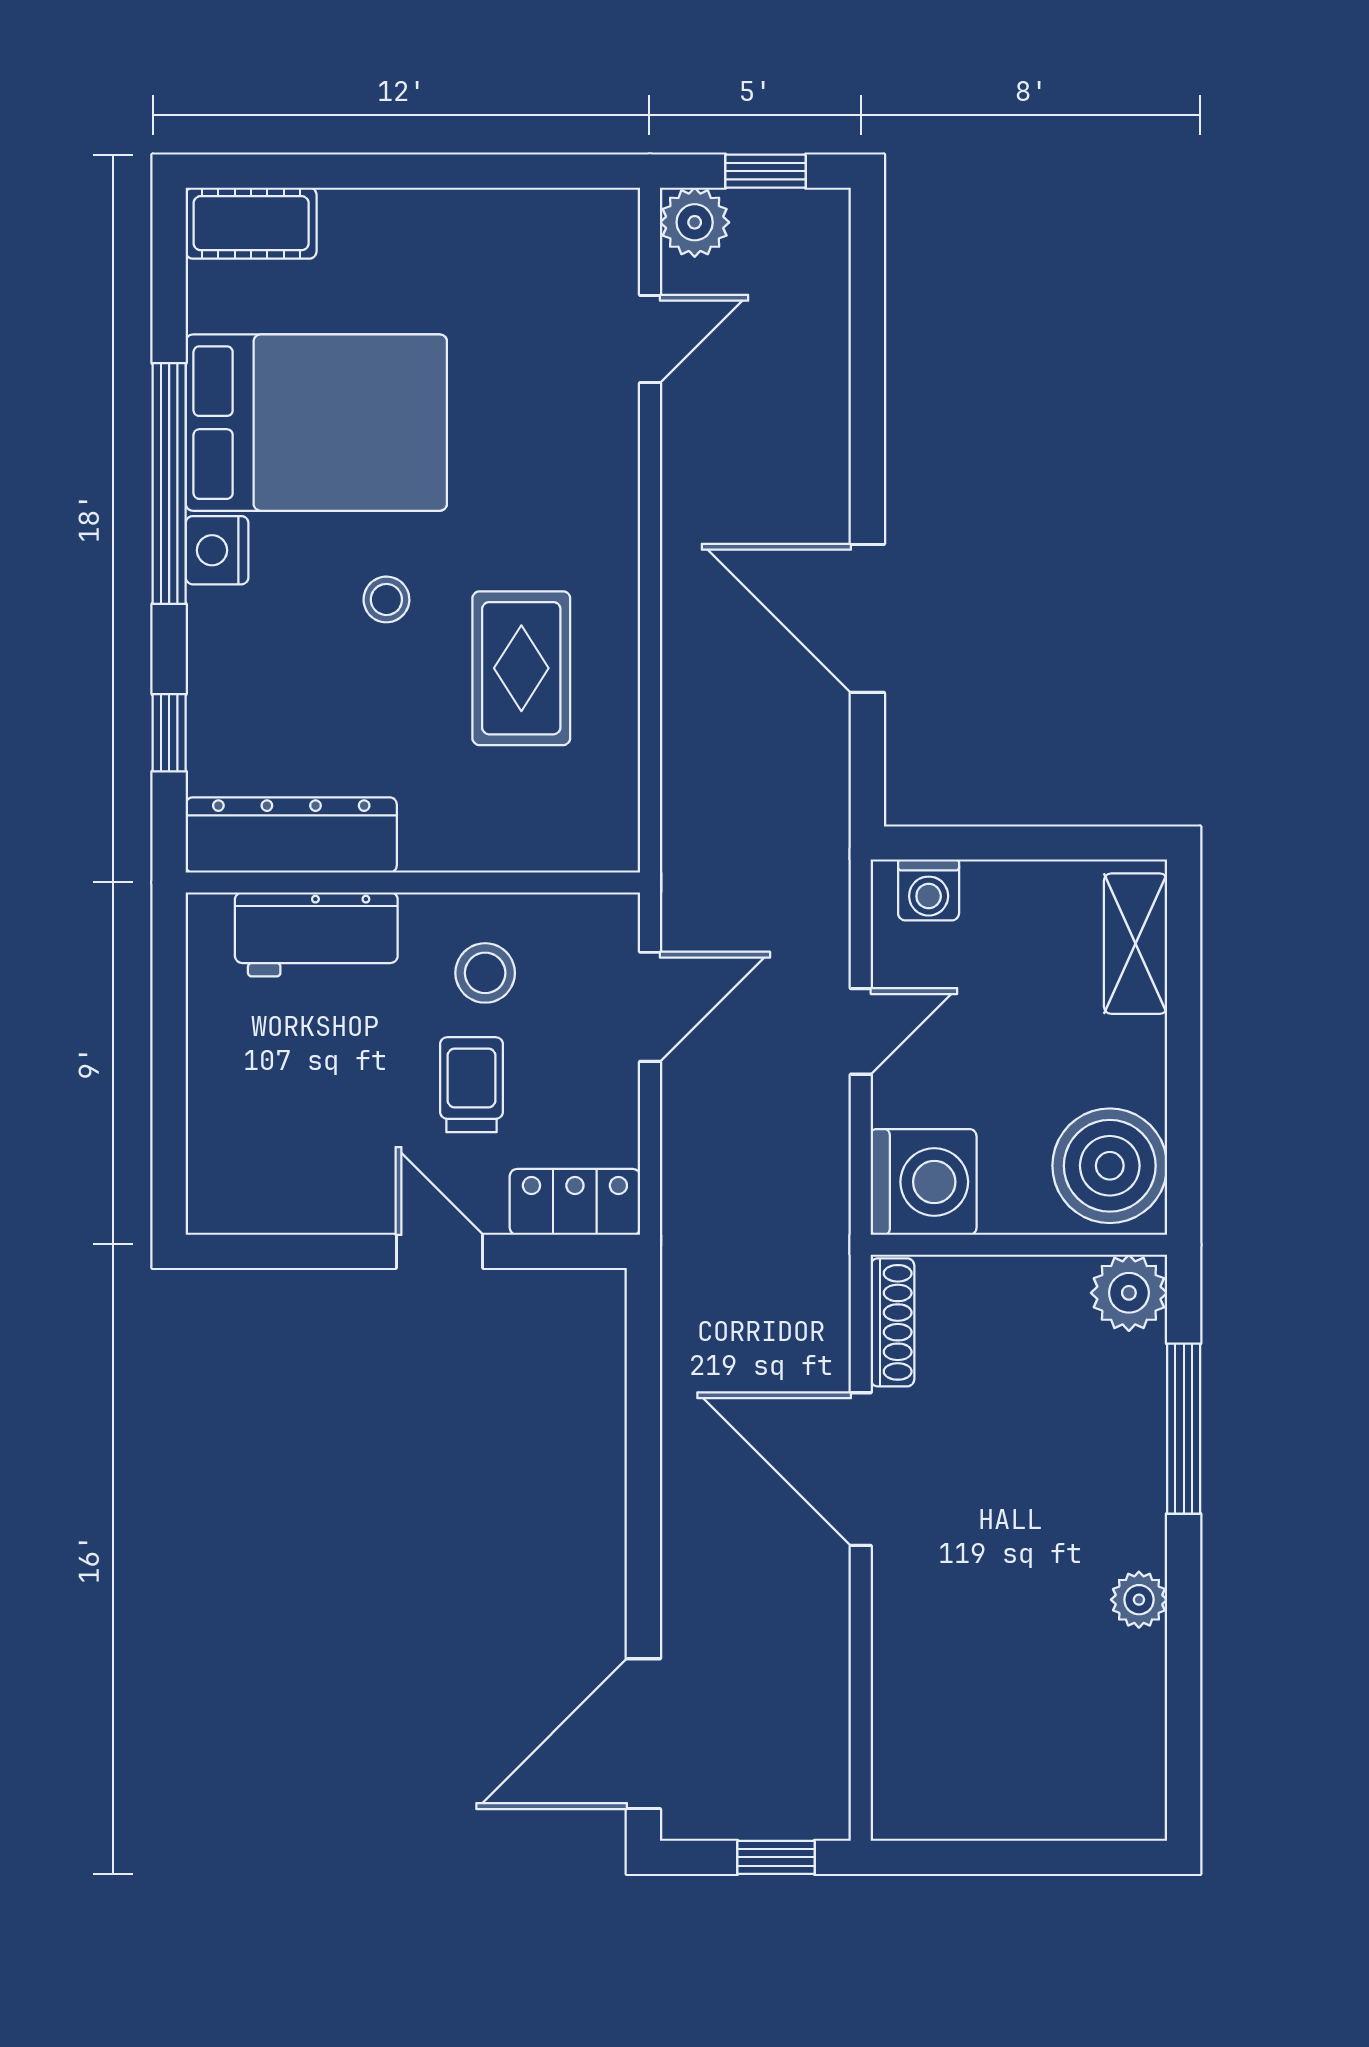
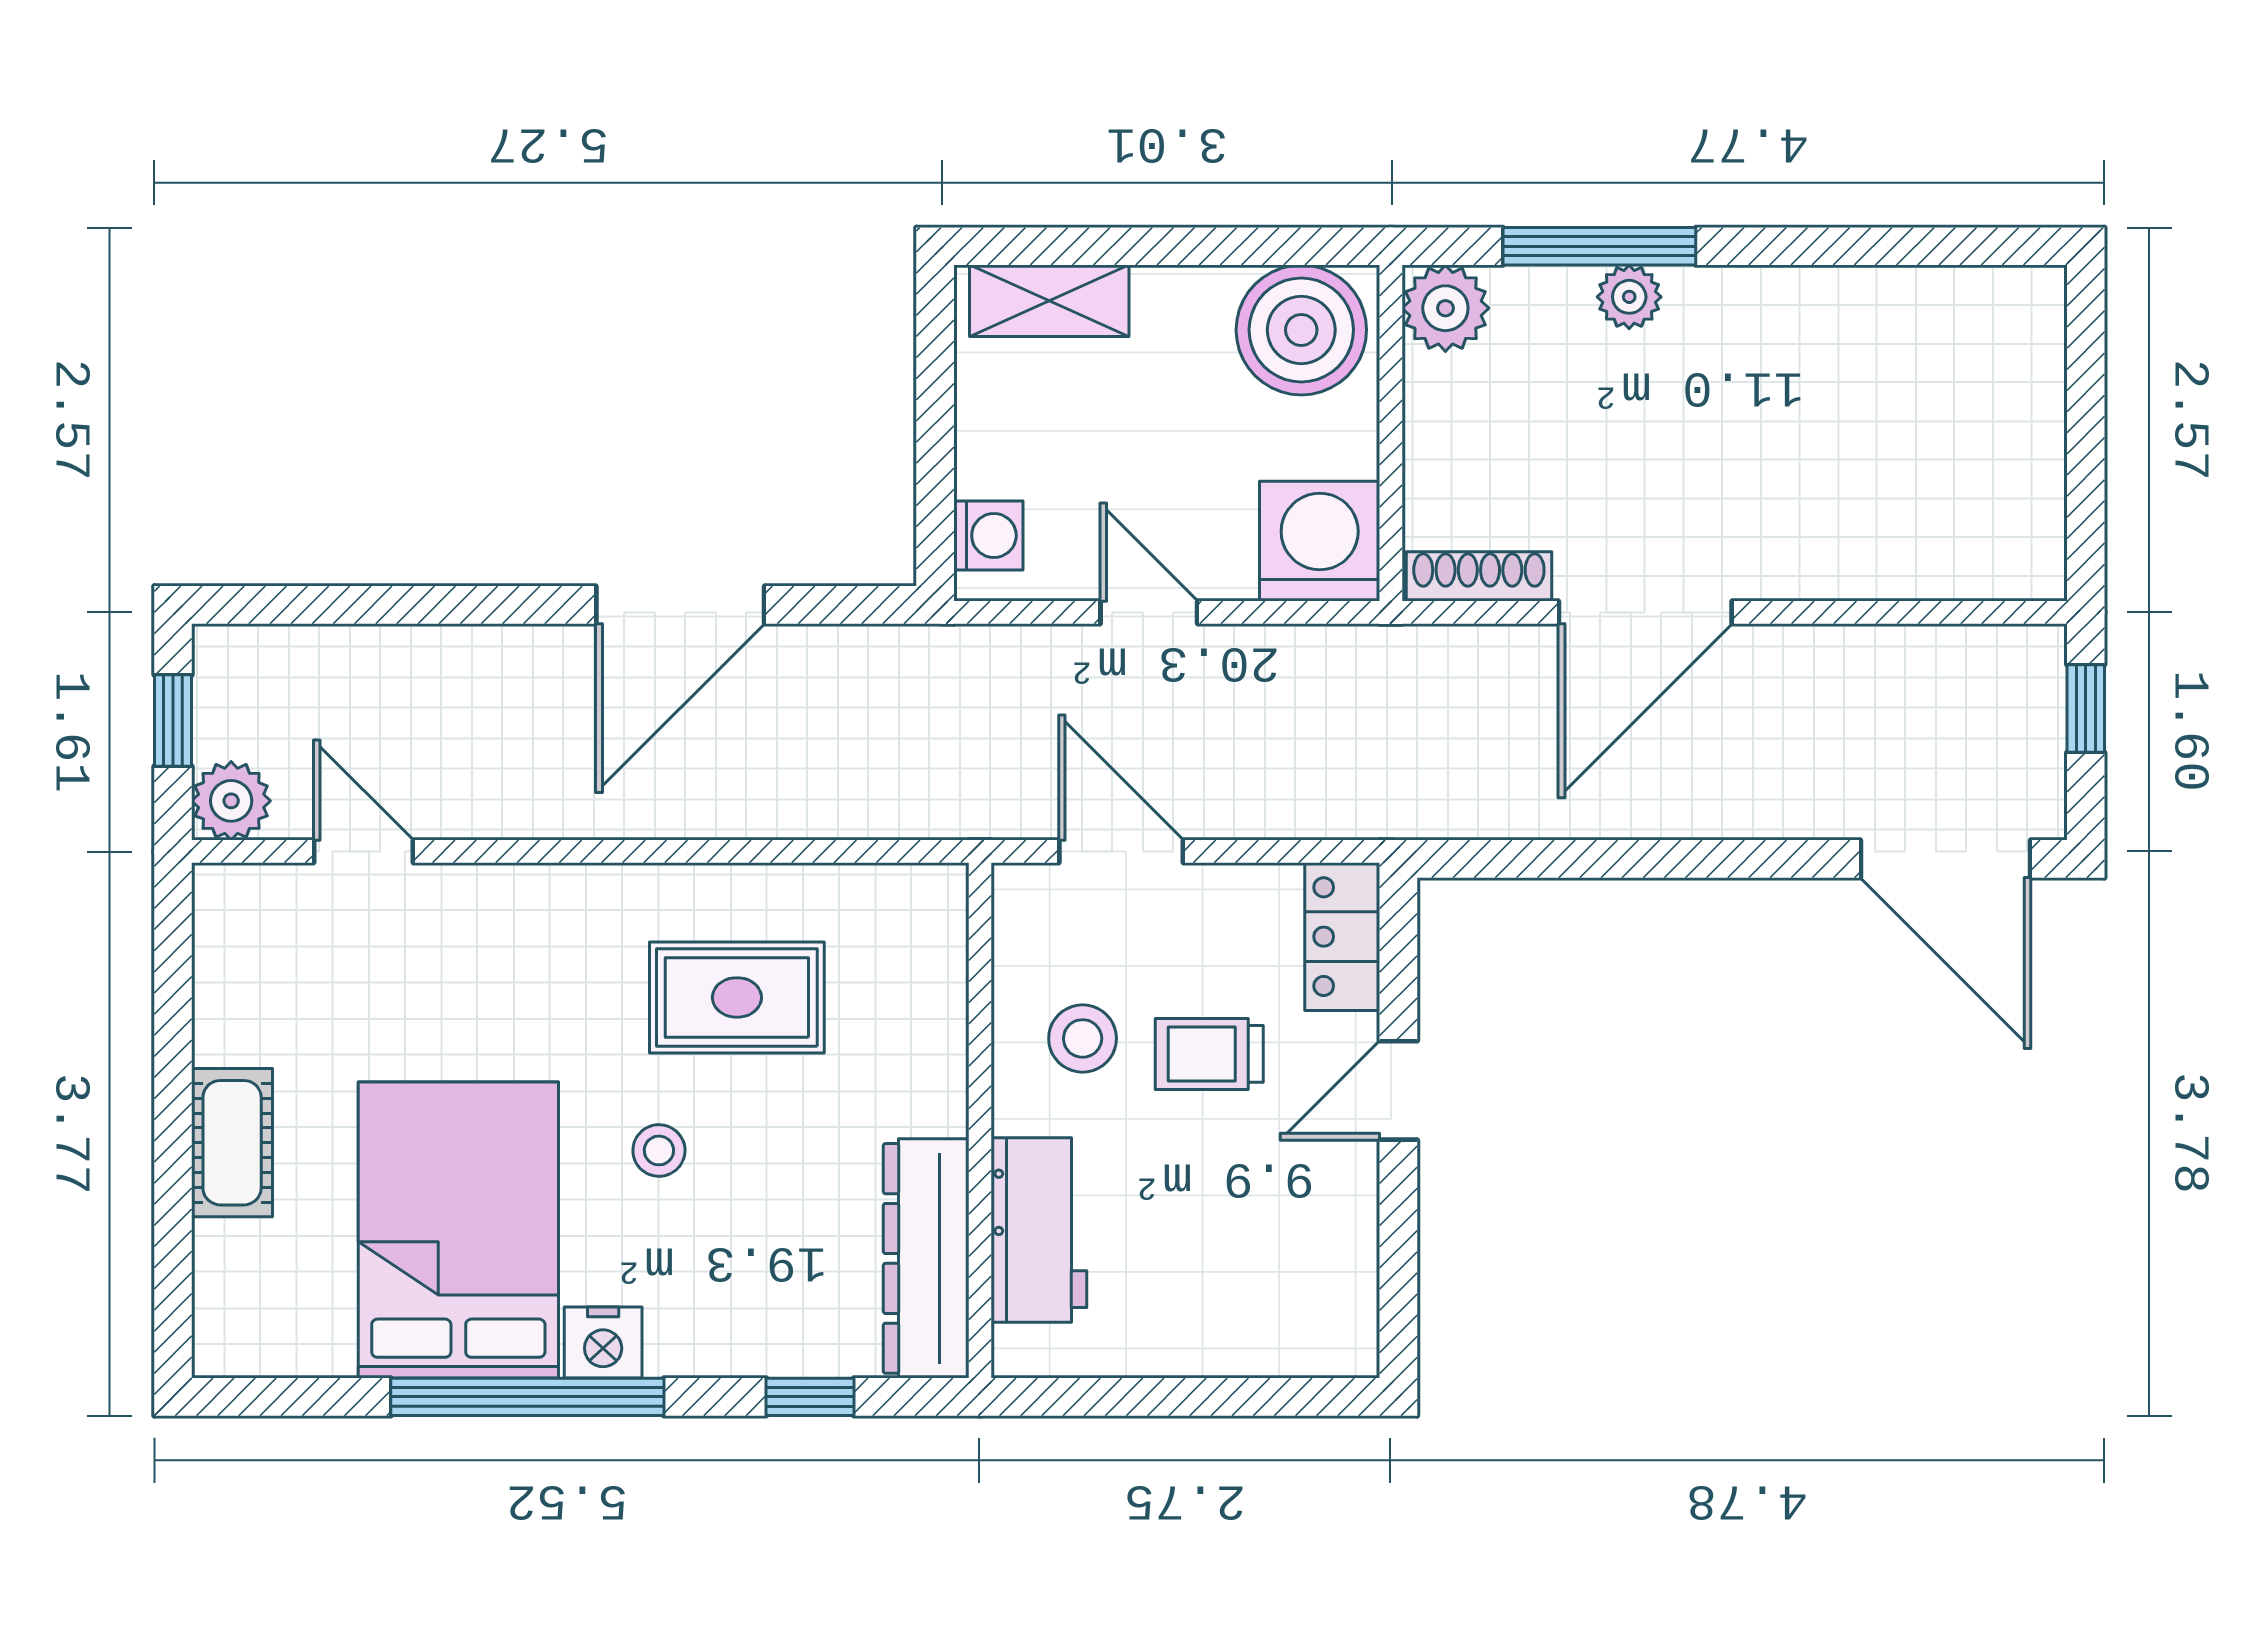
cot: (251, 223) -> (232, 1143), moved
plant: (1139, 1600) -> (1629, 297), moved

